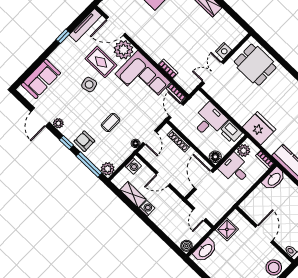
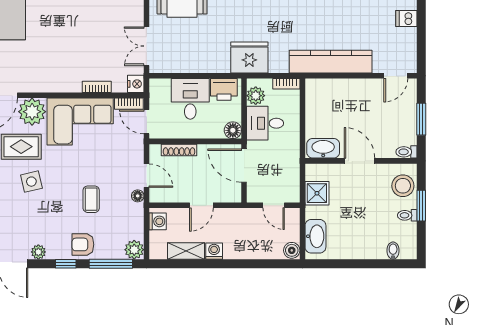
nightstand: (224, 51) -> (136, 84), moved
washbasin: (274, 179) -> (323, 148), moved, turned -90

